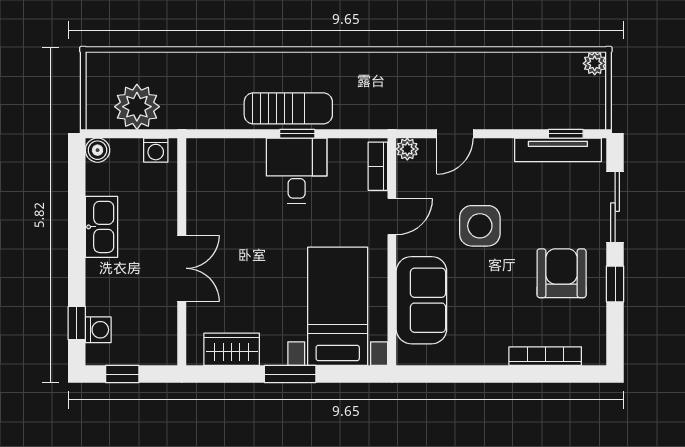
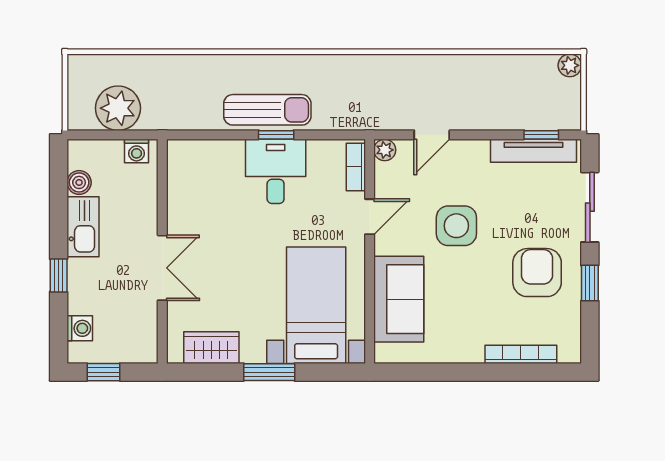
boiler: (98, 150) -> (79, 182), moved
window: (77, 323) -> (59, 275), moved

